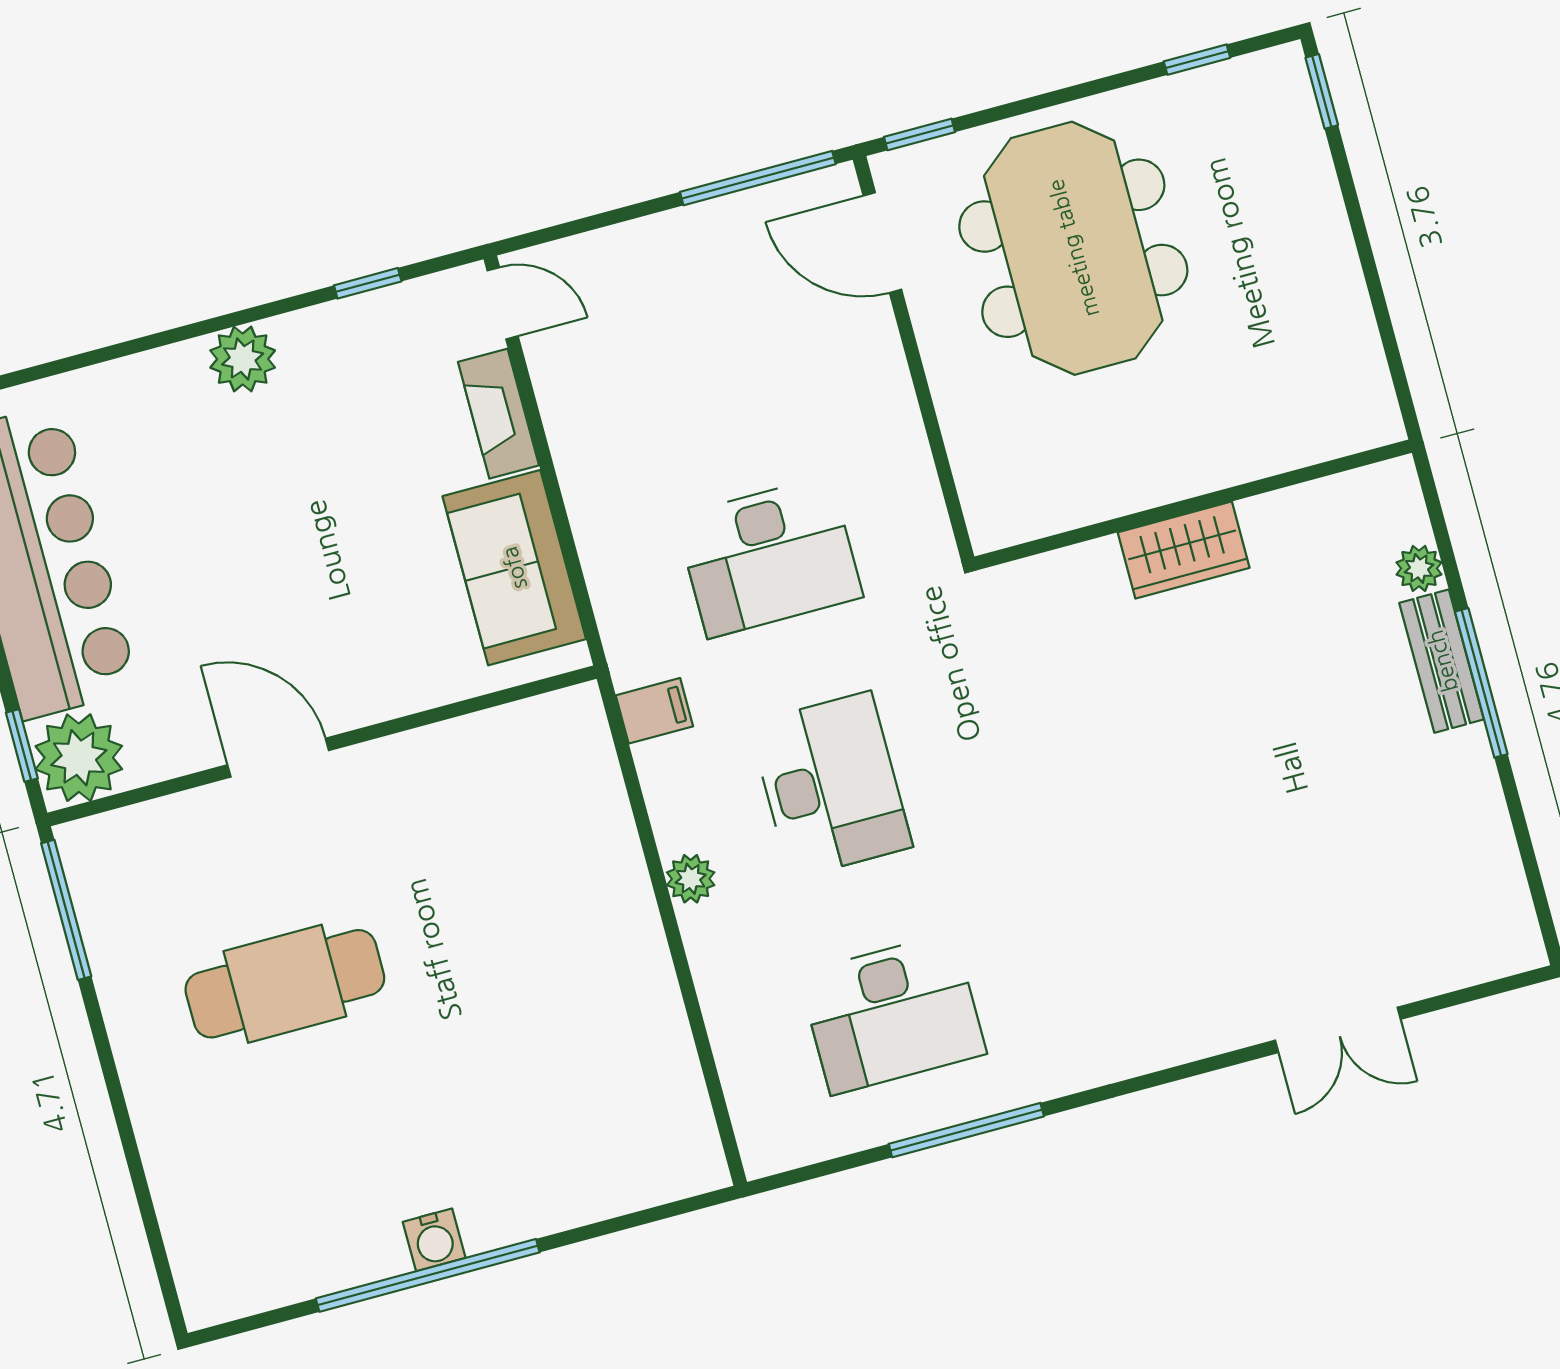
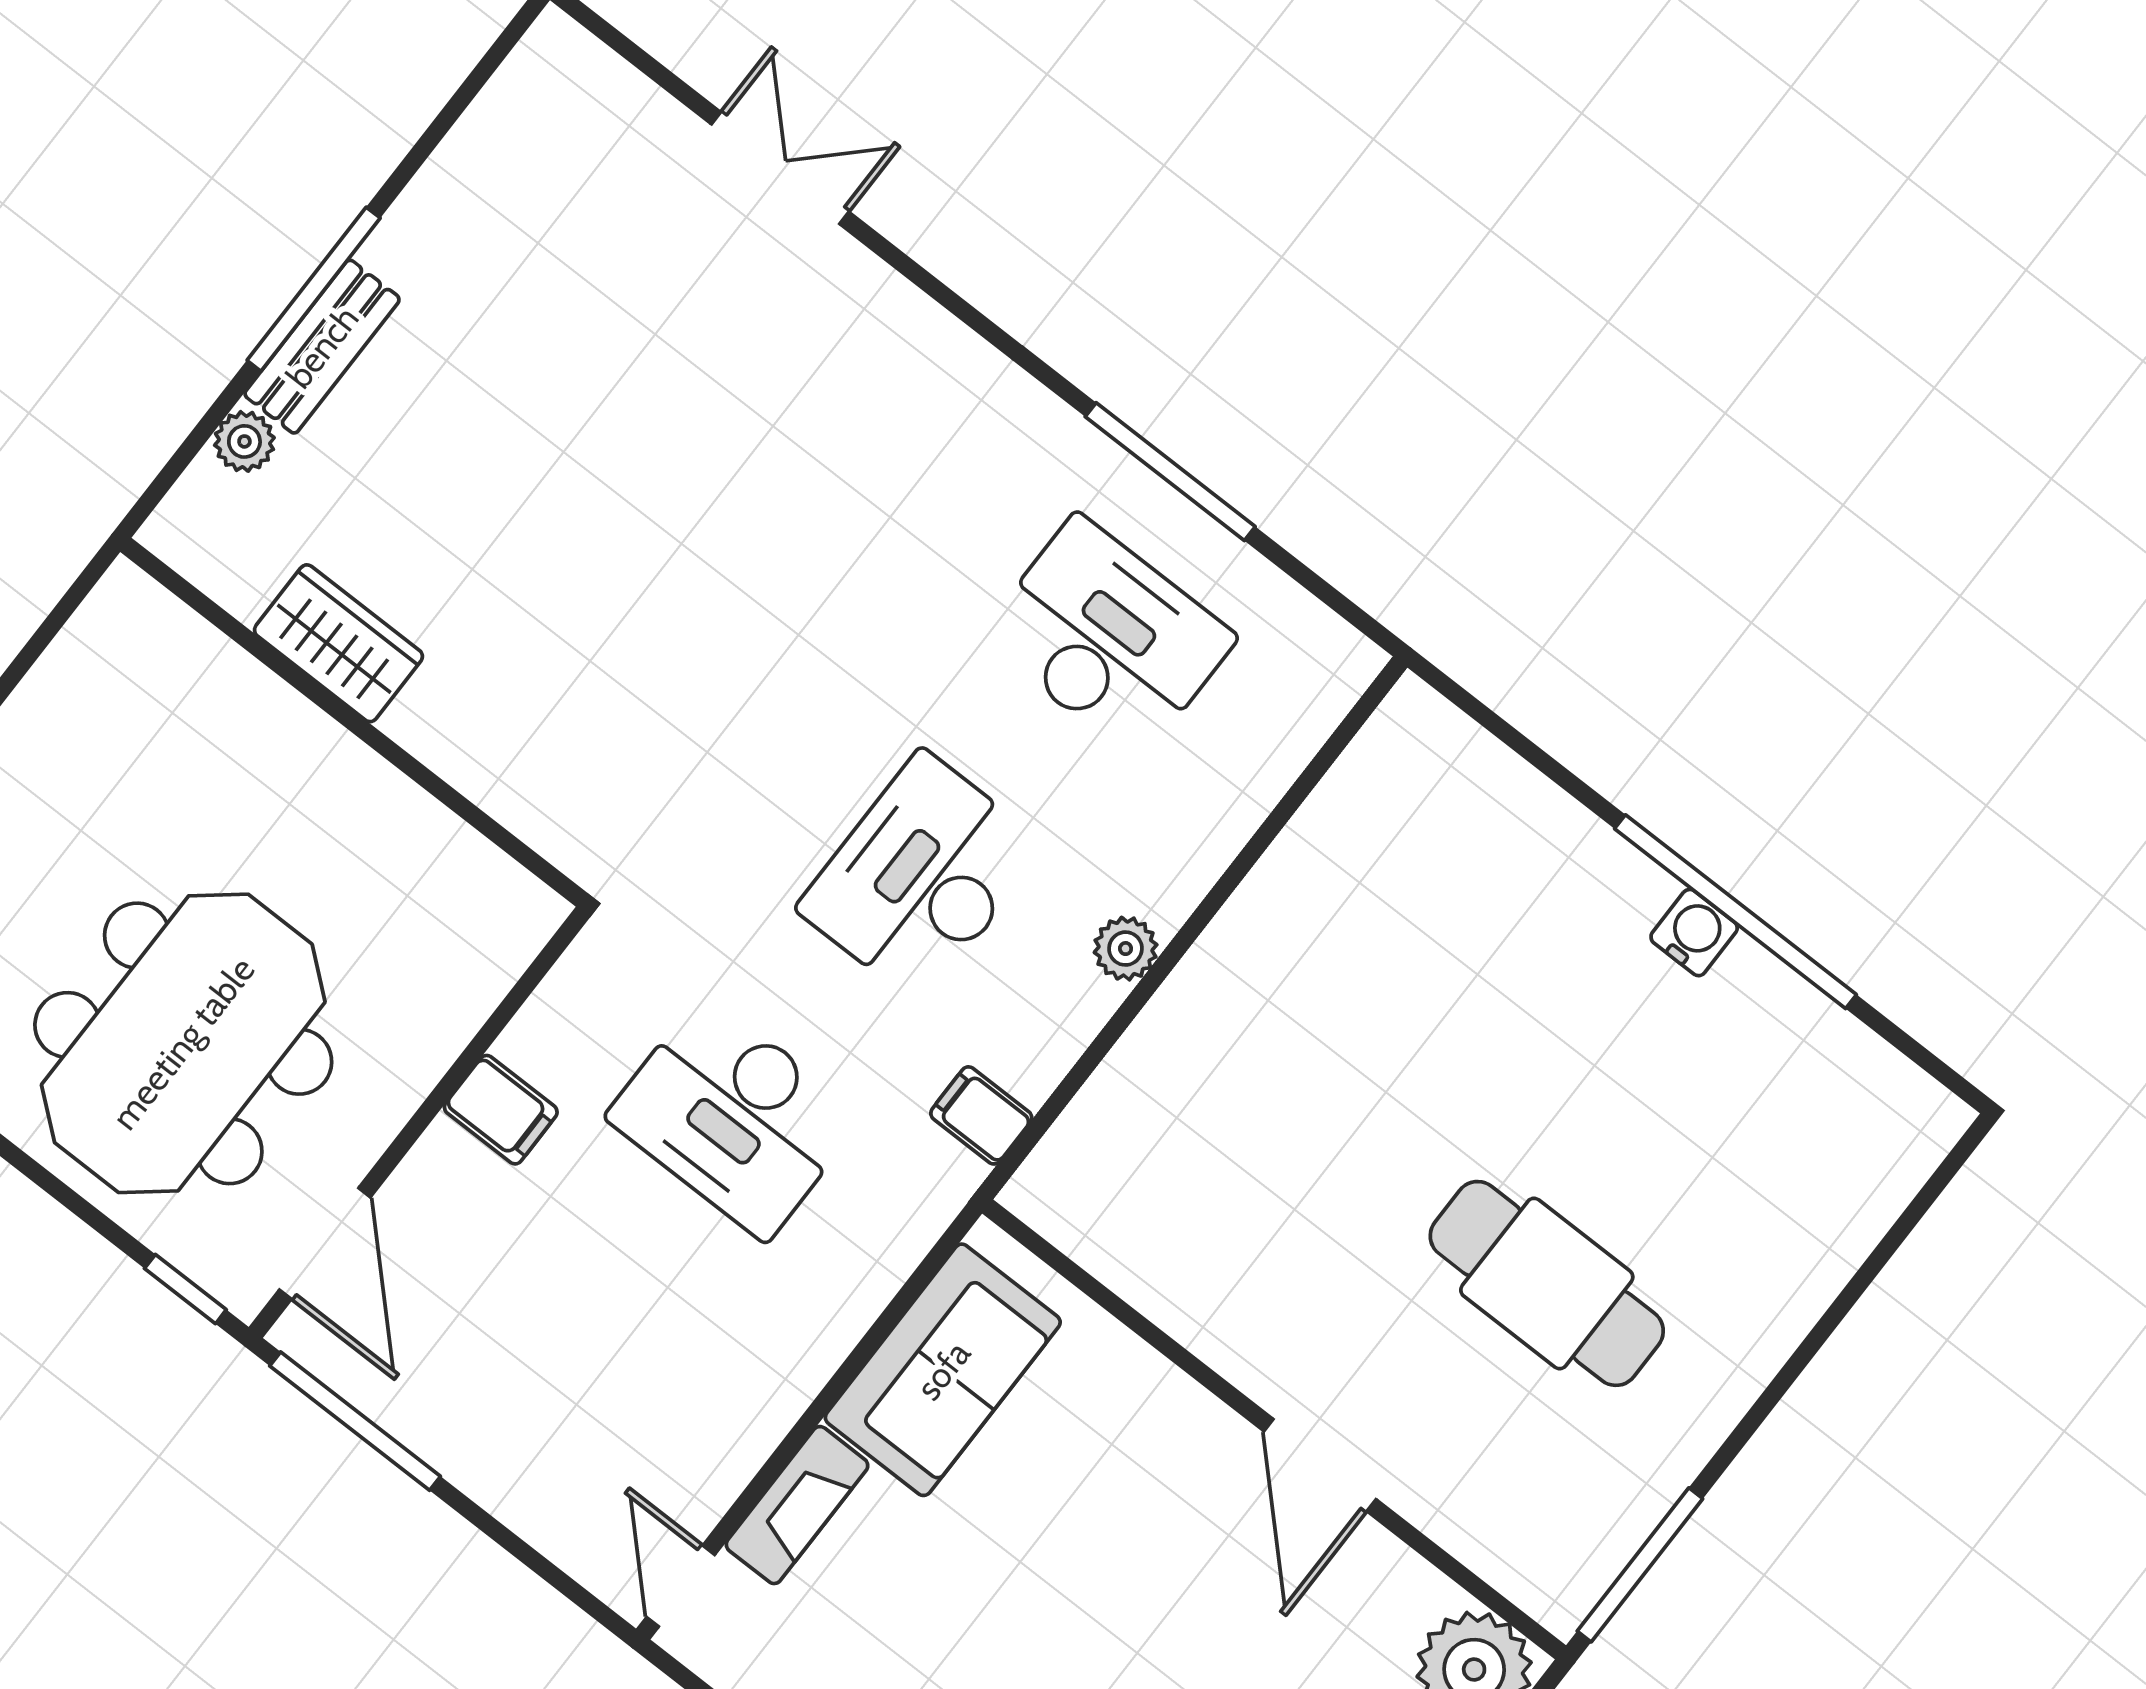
filing cabinet: (883, 415) -> (501, 1110), added
wardrobe: (1184, 550) -> (338, 643), moved
desk: (769, 557) -> (735, 1117), turned 180

